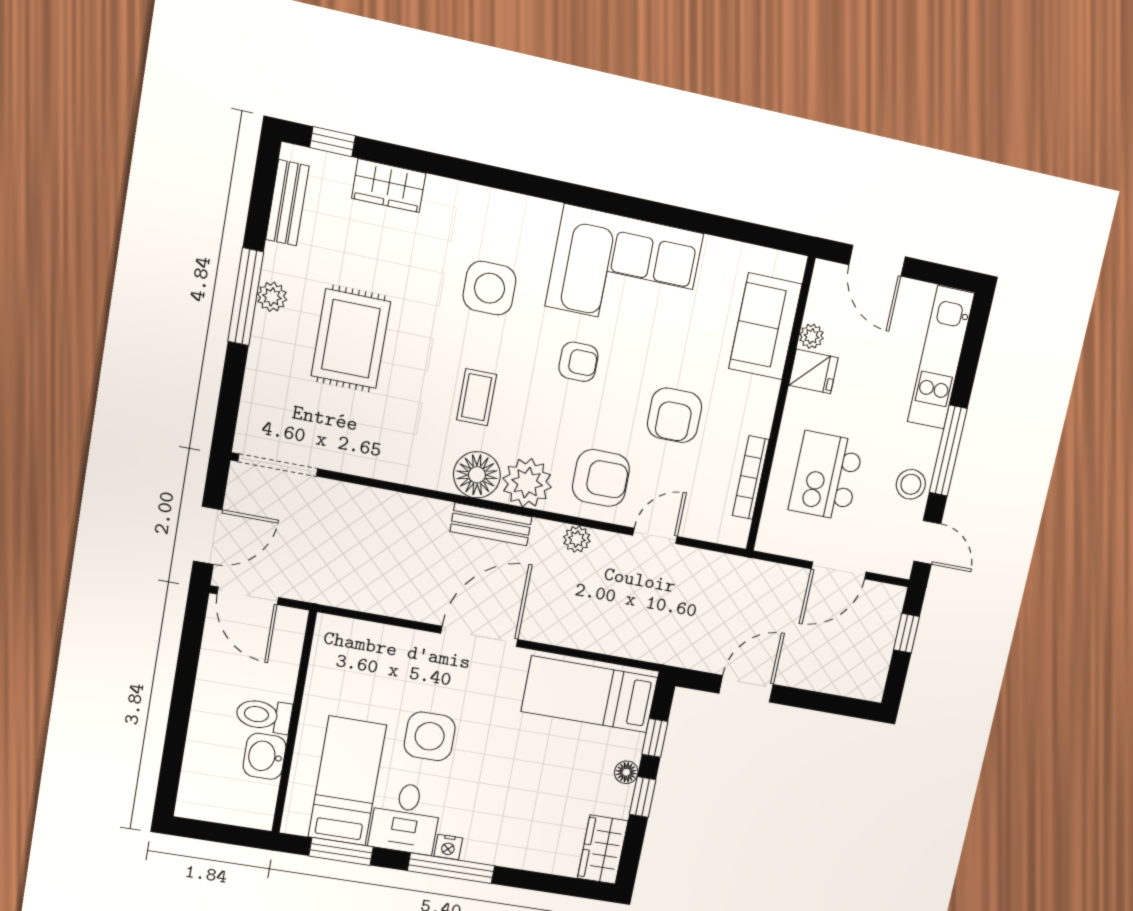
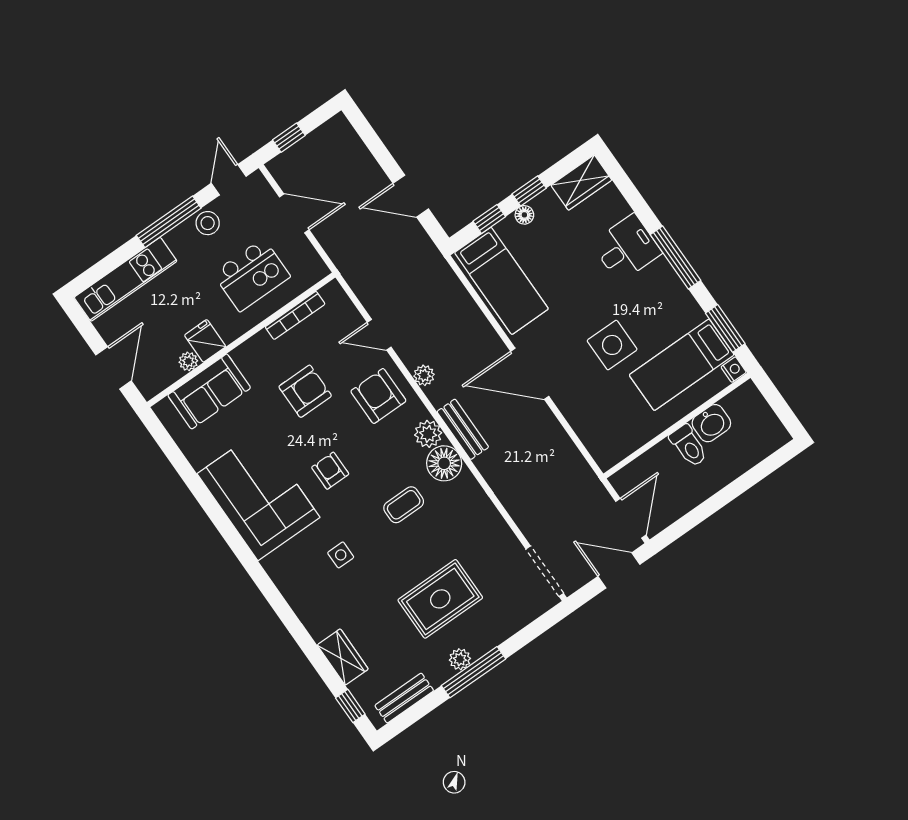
side table: (489, 288) -> (341, 555), width x0.54, depth x0.54
plant: (527, 483) -> (428, 434), width x0.73, depth x0.73
desk: (406, 818) -> (627, 248), moved
nightstand: (448, 847) -> (734, 370), moved

